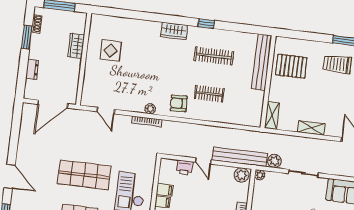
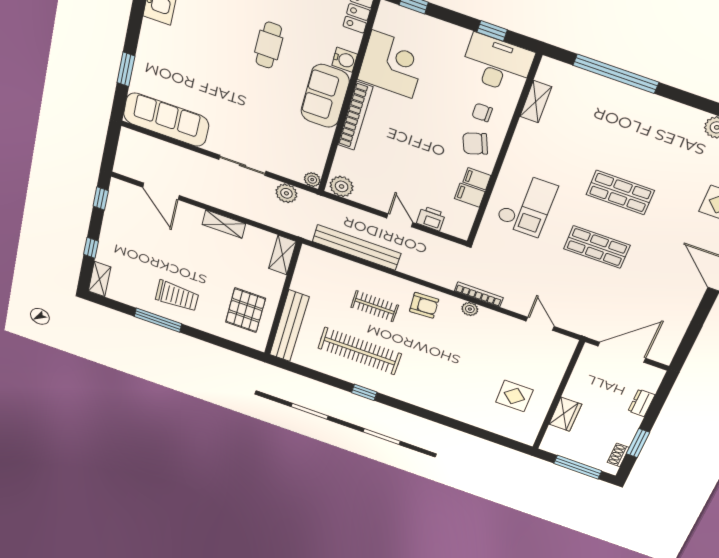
wardrobe: (174, 31) -> (414, 396), removed
clothes rail: (214, 56) -> (360, 351), width x1.37, depth x1.31
pallet: (291, 66) -> (246, 310), turned 90
bench: (240, 157) -> (357, 247), moved
shop shelf: (84, 175) -> (597, 247), width x0.70, depth x0.74

